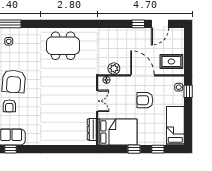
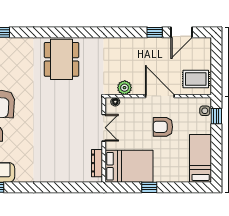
dining table: (63, 46) -> (62, 59), turned 90
window: (158, 149) -> (179, 187), removed

